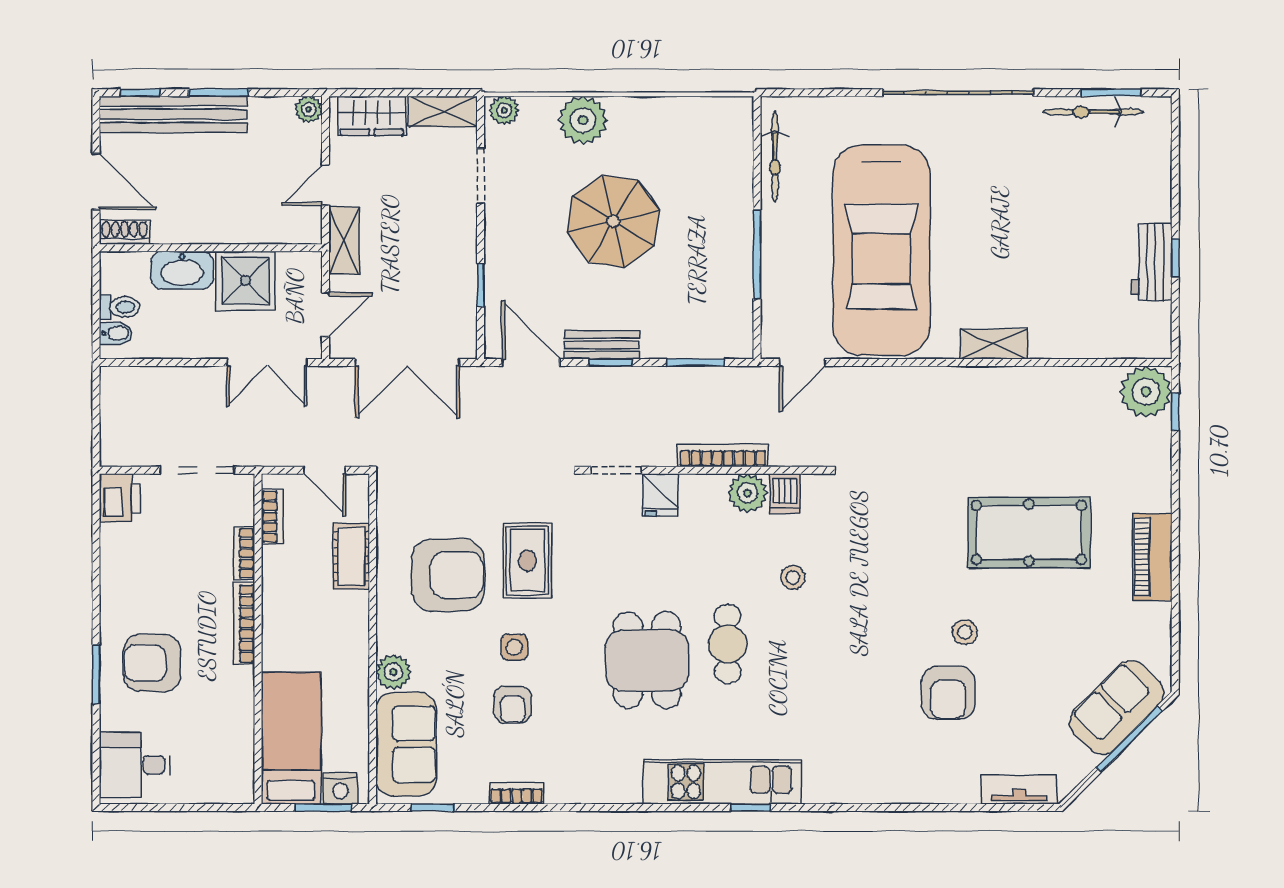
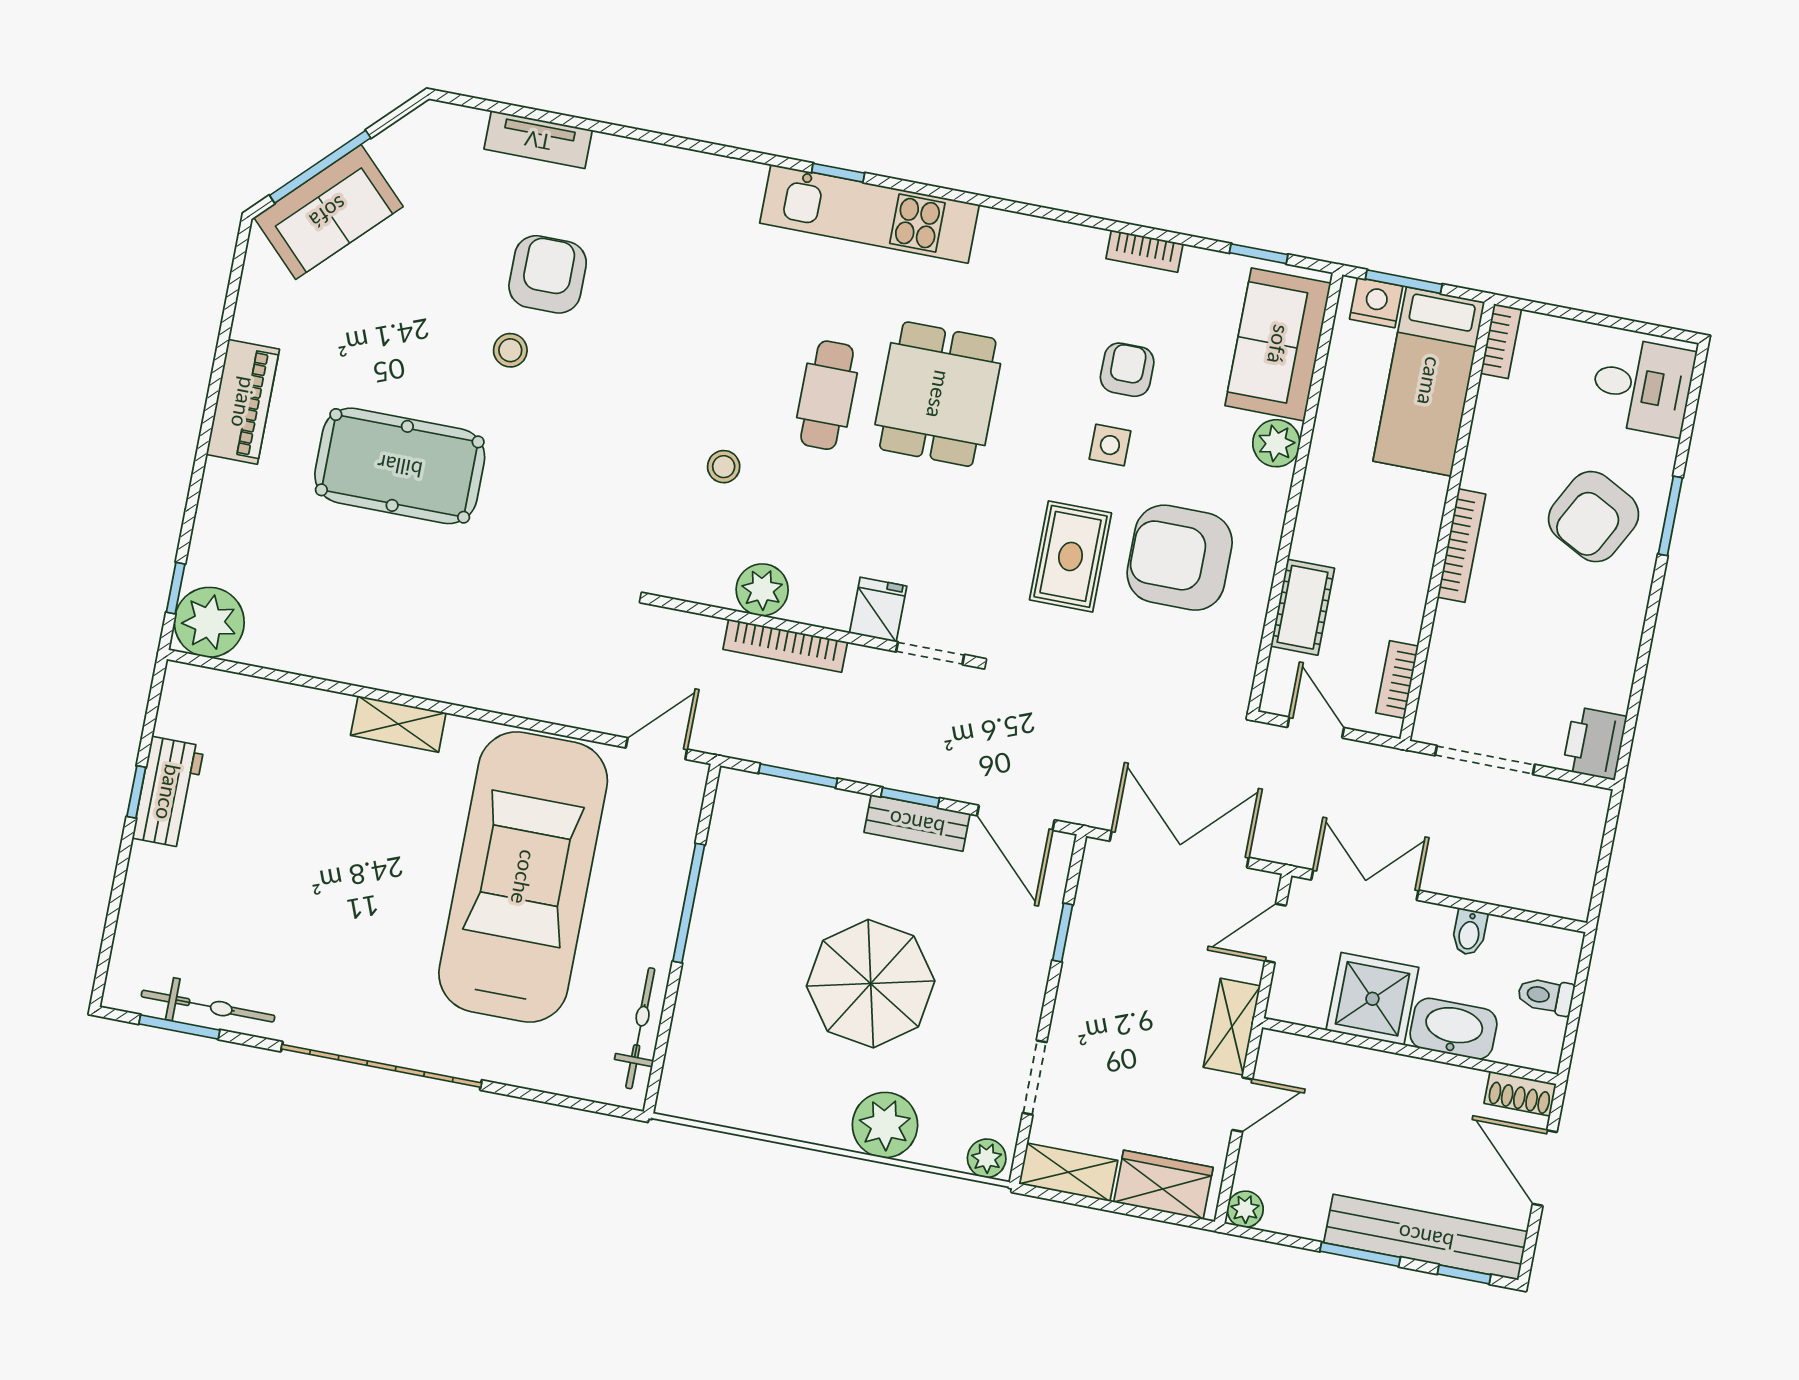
bidet: (116, 333) -> (1469, 932), moved, turned -90
dishwasher: (785, 494) -> (713, 579), removed
bookcase: (244, 553) -> (1501, 341), moved
armchair: (152, 663) -> (1594, 517), turned 118
tv unit: (1019, 790) -> (538, 140), moved

